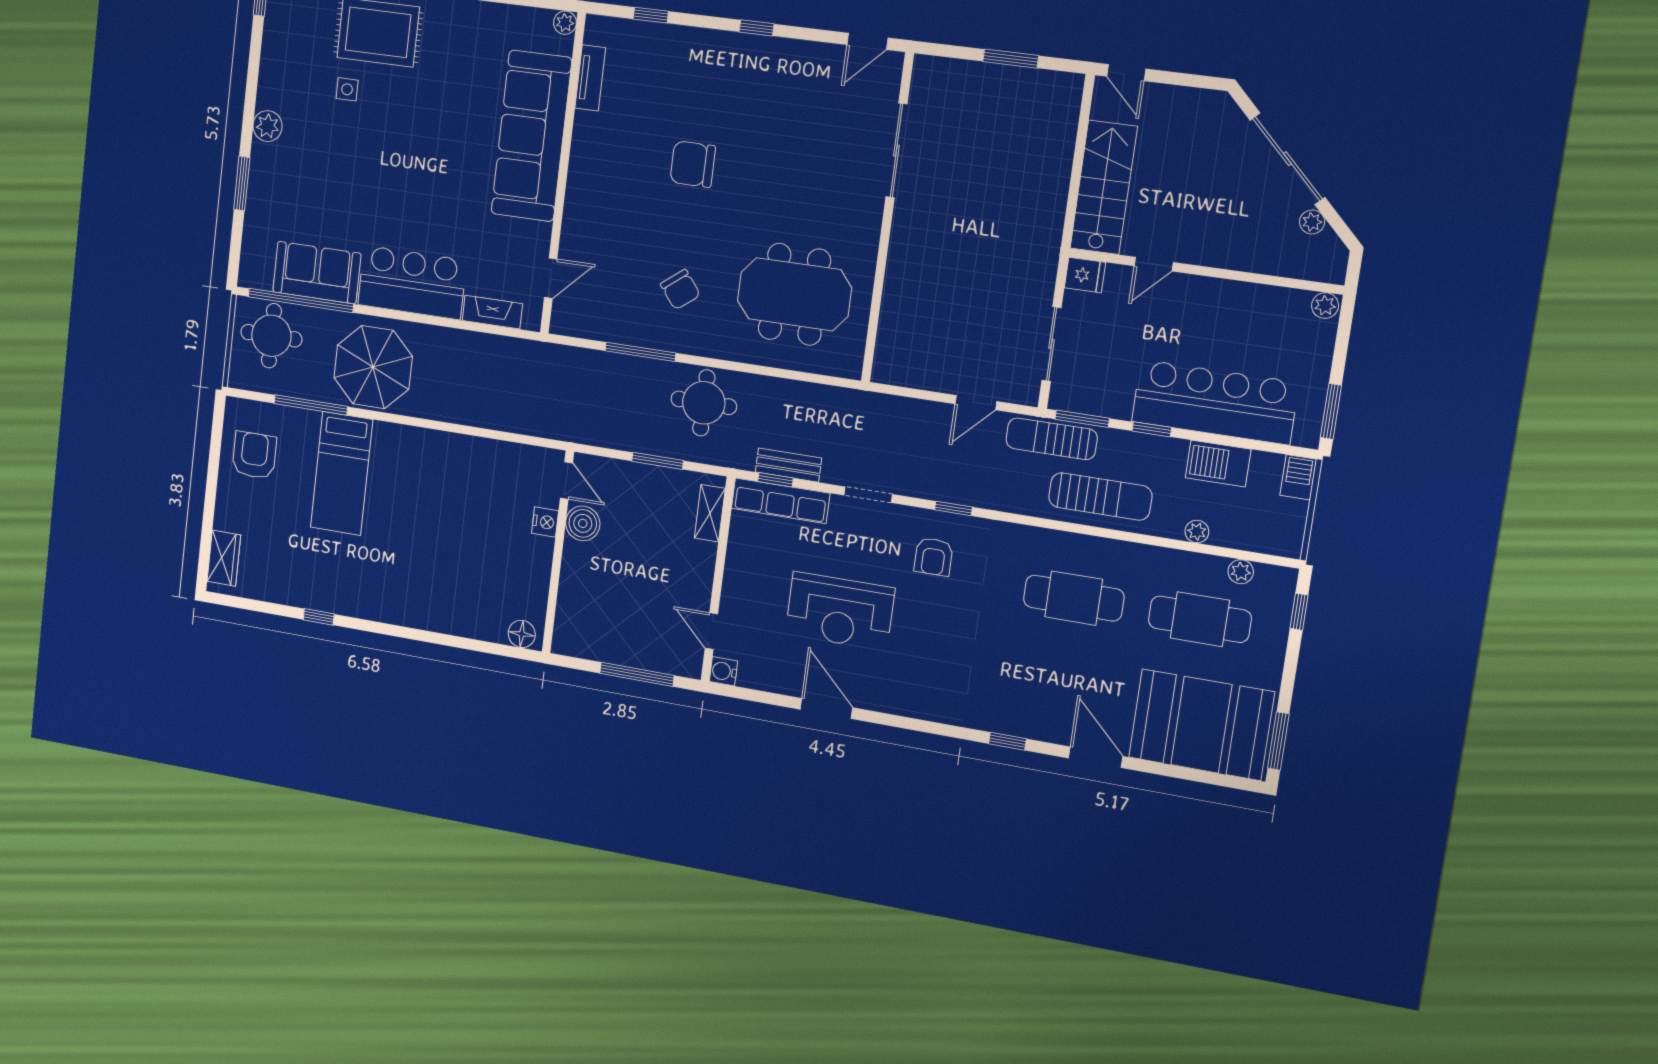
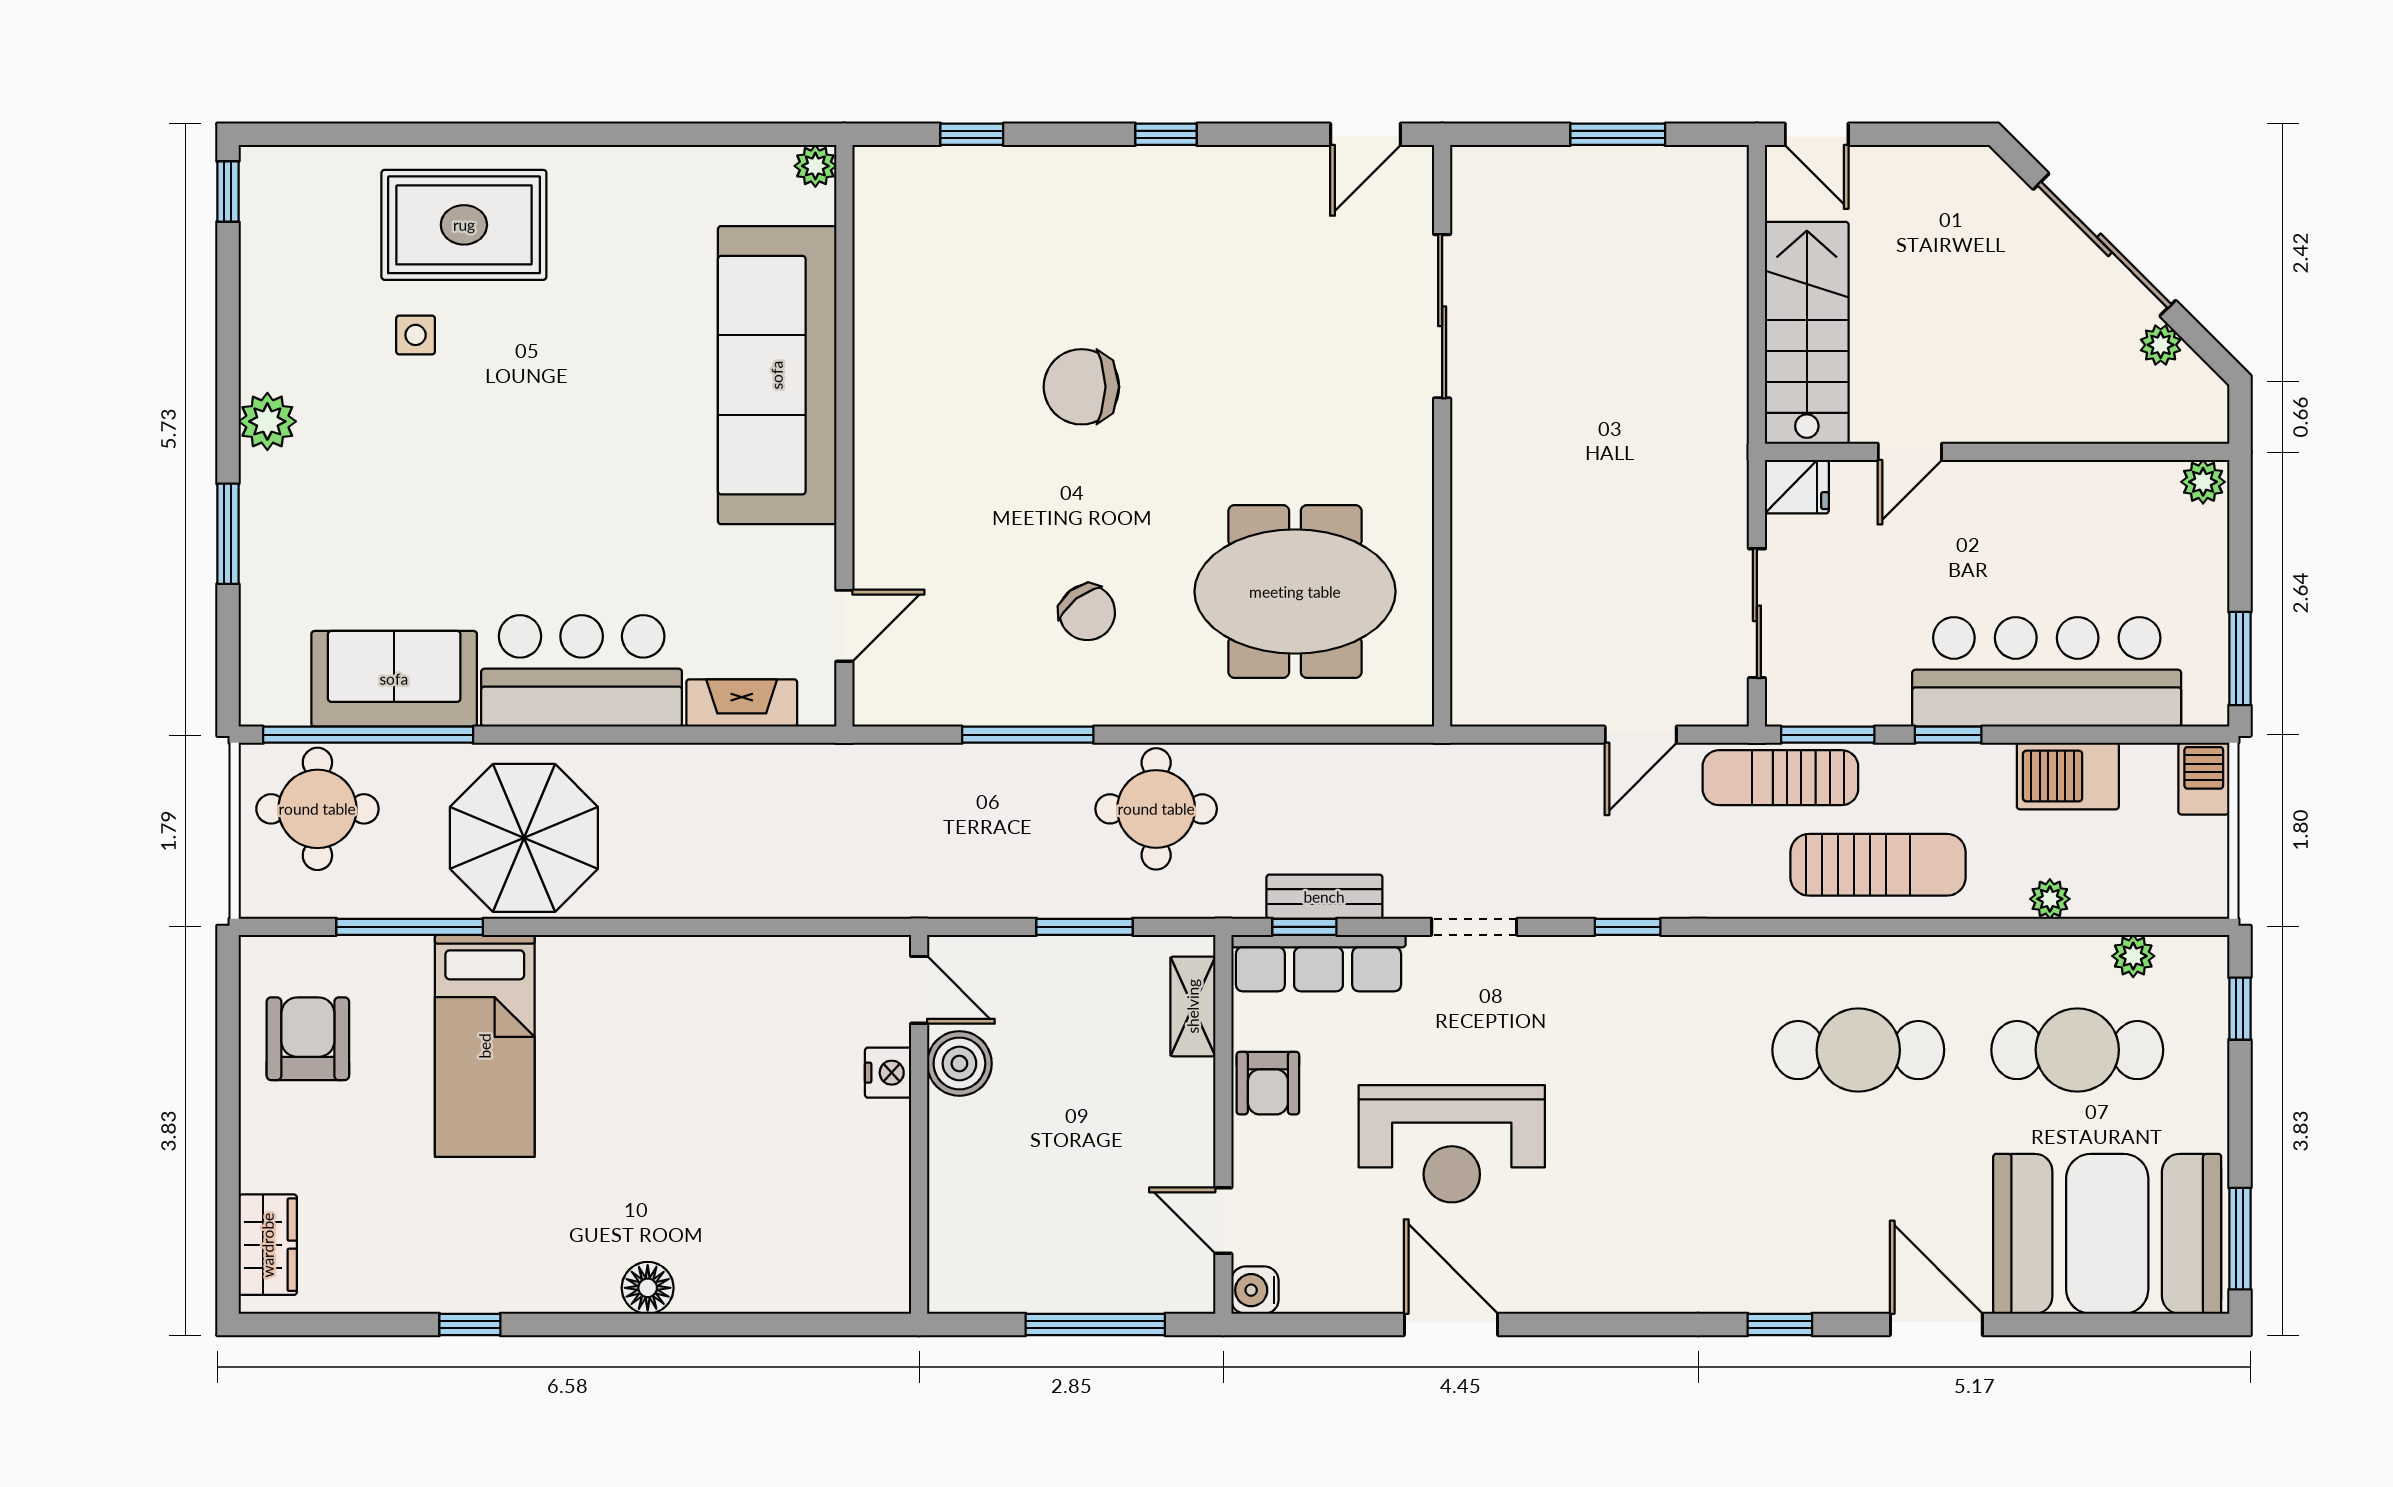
tv unit: (590, 78) -> (874, 258), removed
armchair: (934, 557) -> (1268, 1083), moved
floor lamp: (522, 634) -> (648, 1288), moved

